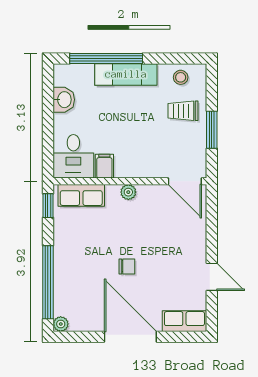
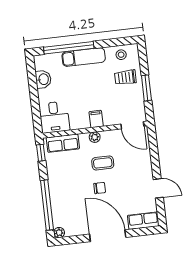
filing cabinet: (104, 166) -> (96, 119), moved
coffee table: (136, 231) -> (103, 163), added

